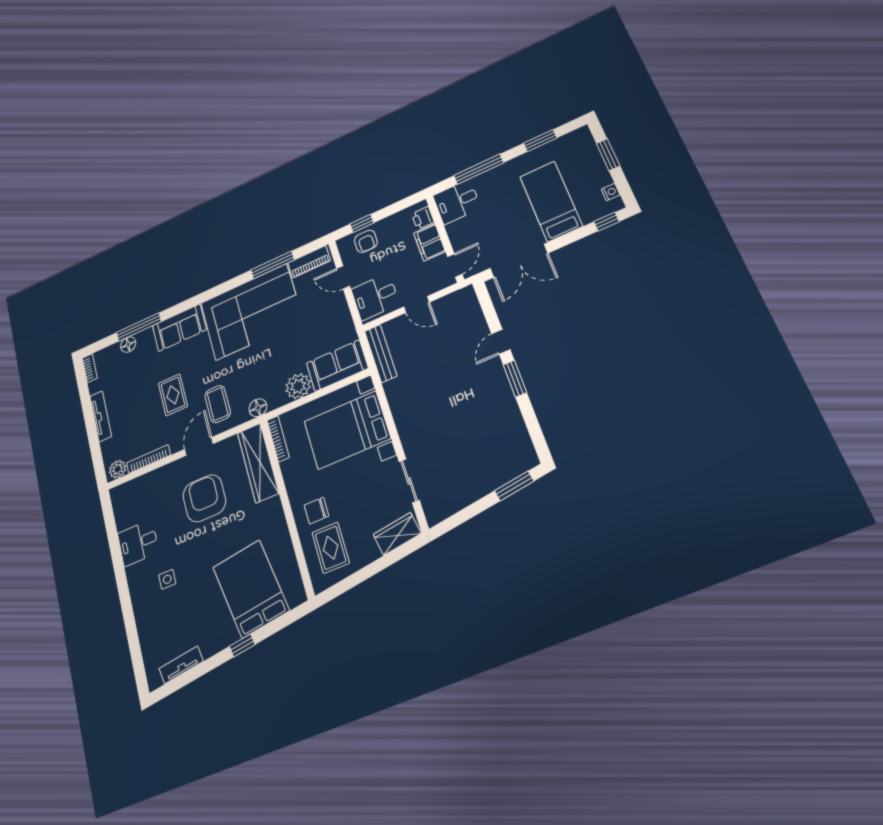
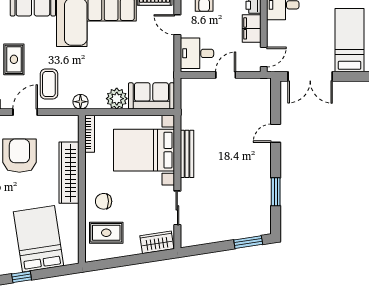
door: (416, 304) -> (226, 75), swing flipped
bench: (381, 353) -> (187, 154), moved
window: (515, 379) -> (276, 192), moved
wardrobe: (258, 463) -> (69, 173), moved
rug: (331, 548) -> (106, 233), turned 90

